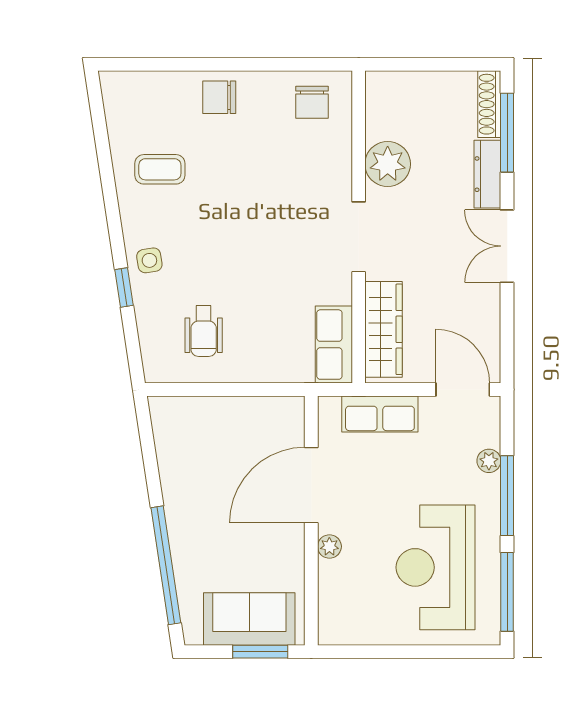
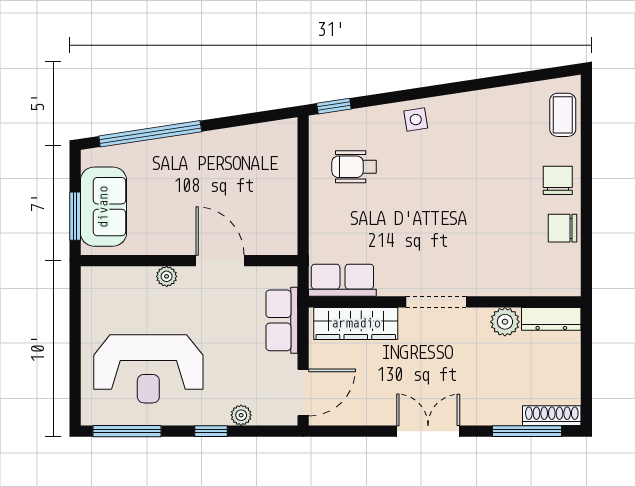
chair: (312, 102) -> (563, 228), moved
plant: (388, 164) -> (505, 322), width x0.73, depth x0.73
coffee table: (160, 169) -> (563, 115), moved
dresser: (487, 174) -> (551, 319), moved, turned 180
window: (124, 287) -> (334, 106), moved
door: (311, 485) -> (220, 261), width x0.73
window: (507, 496) -> (211, 431), width x0.46
reception desk: (436, 567) -> (148, 369), turned 180

